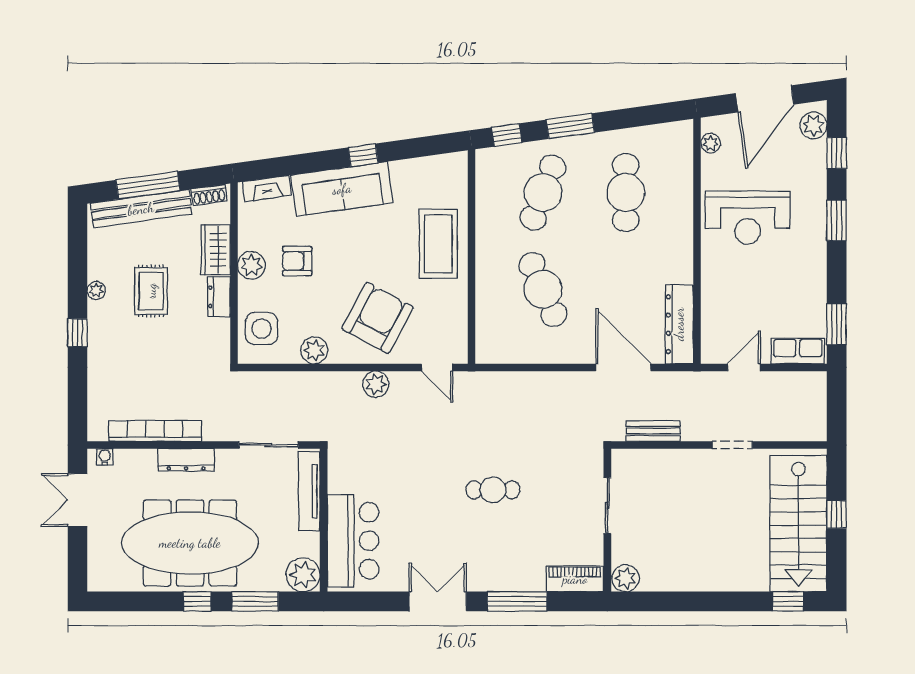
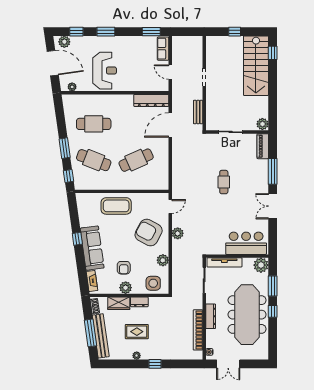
stairs: (798, 524) -> (256, 66), moved, turned 90

